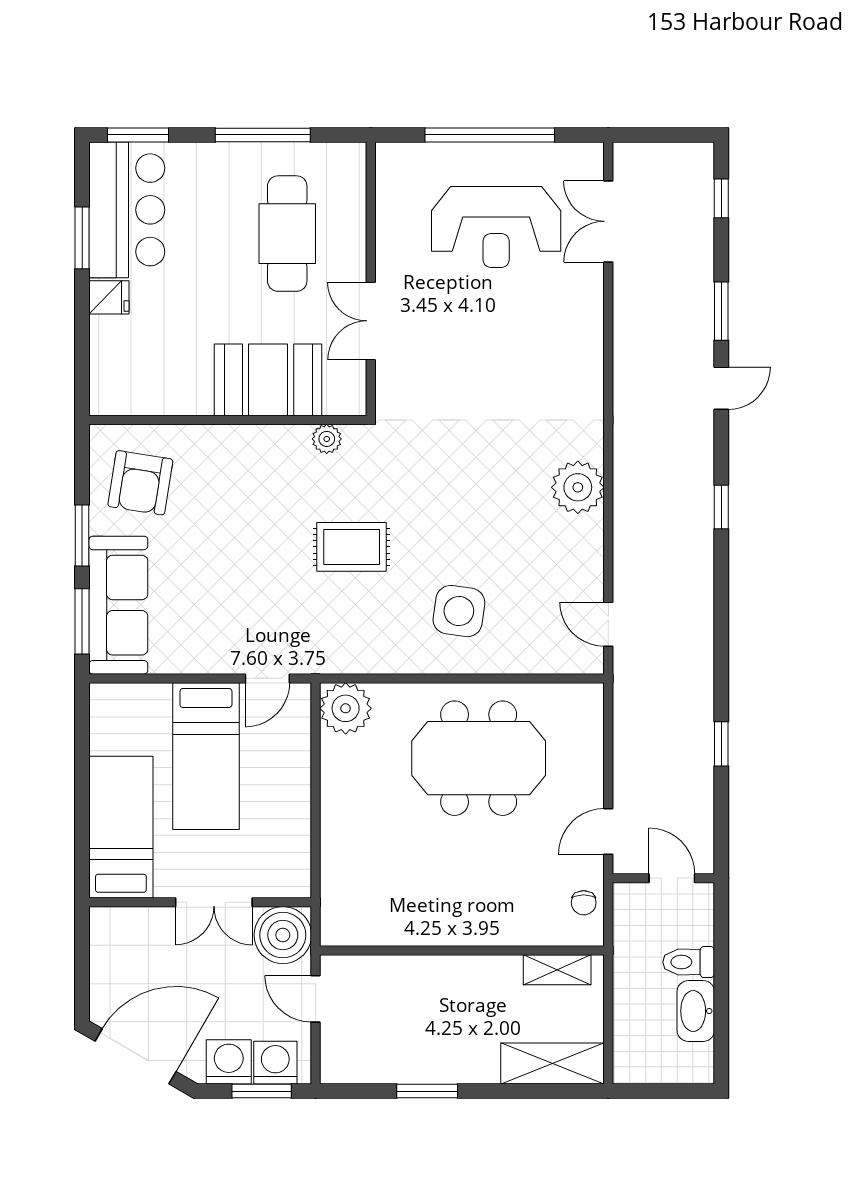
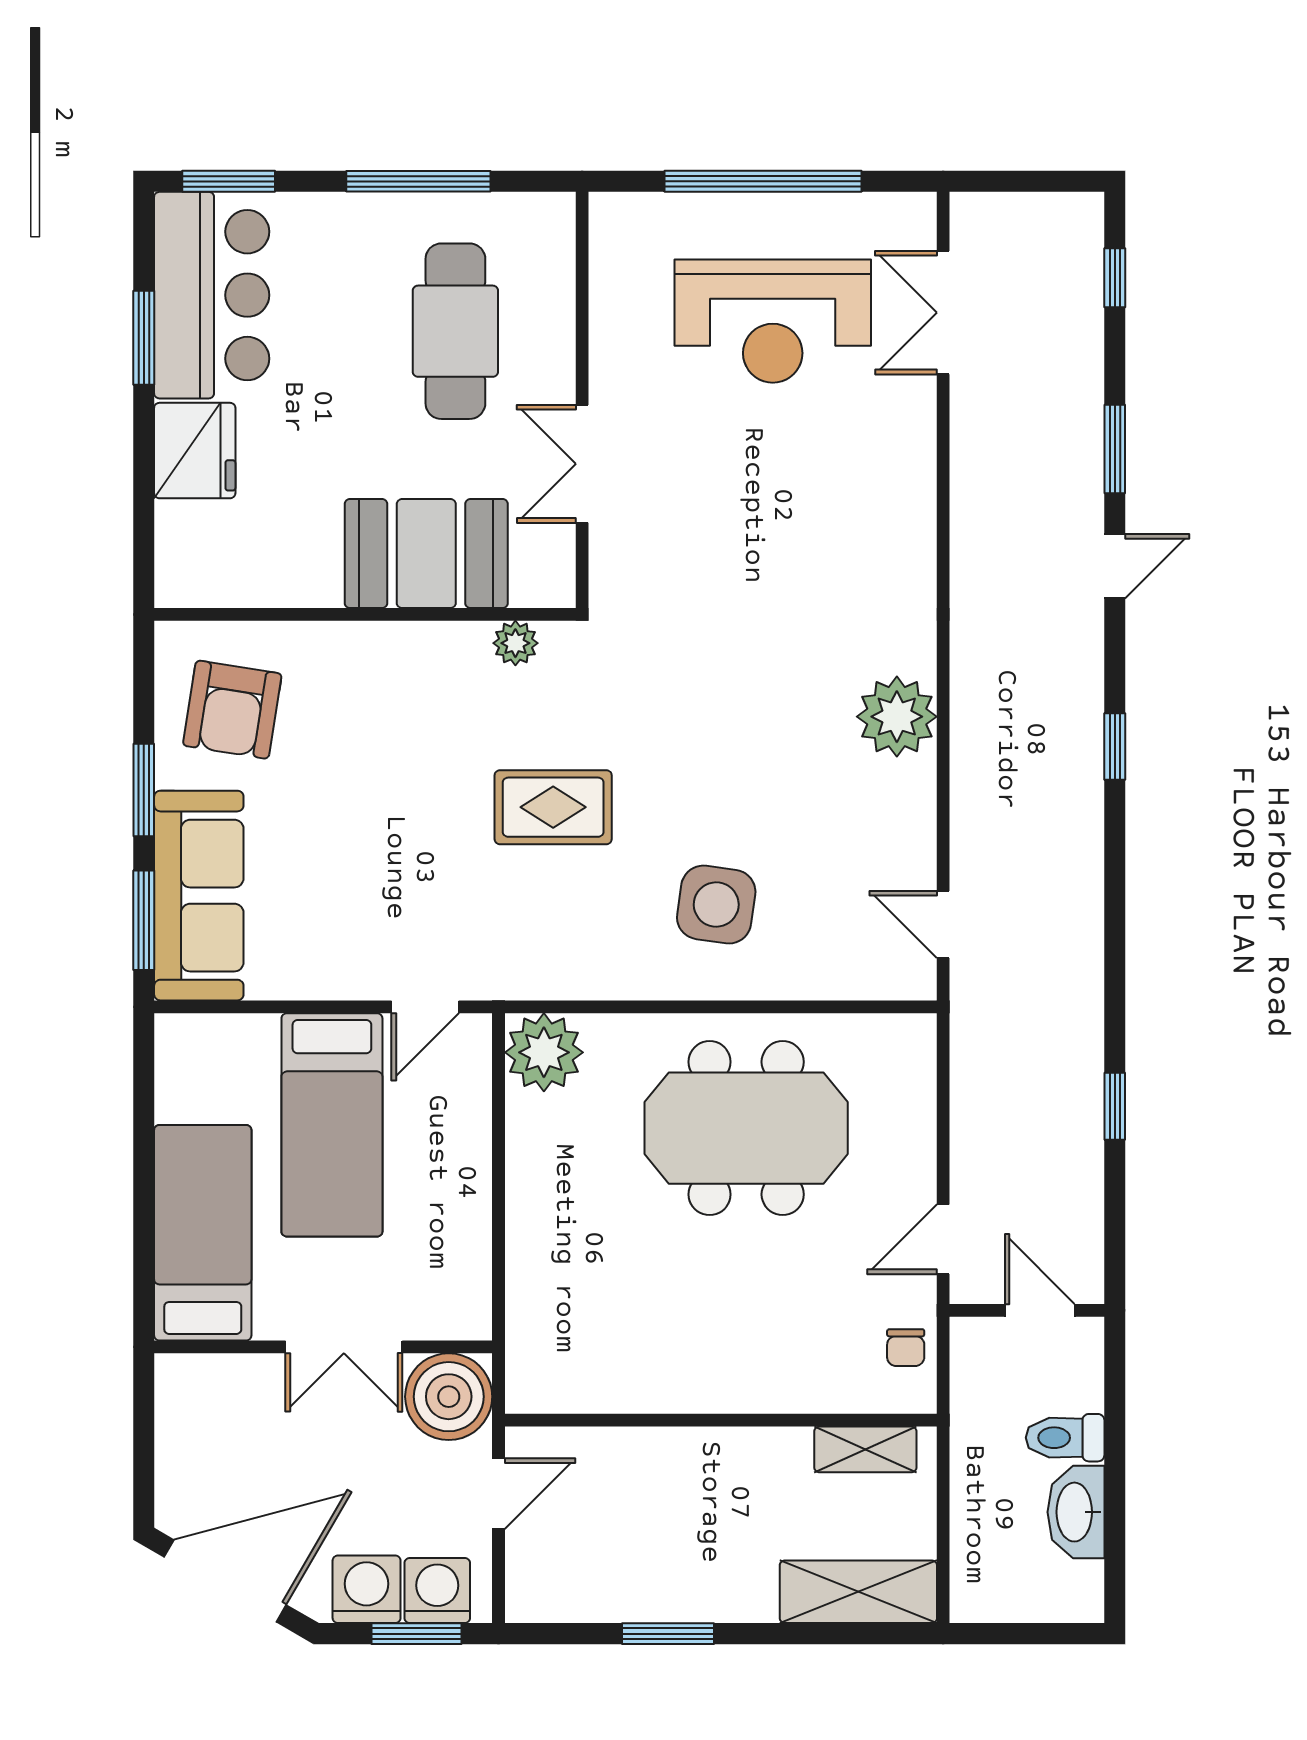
fridge: (109, 297) -> (195, 451), width x1.88, depth x1.34
door: (316, 999) -> (498, 1494), swing flipped

